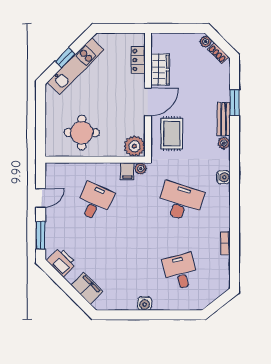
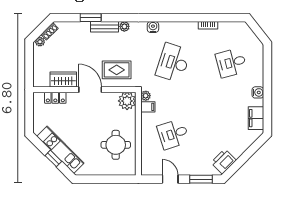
desk: (95, 202) -> (173, 134), turned -42
filing cabinet: (87, 288) -> (256, 118), moved, turned -45

